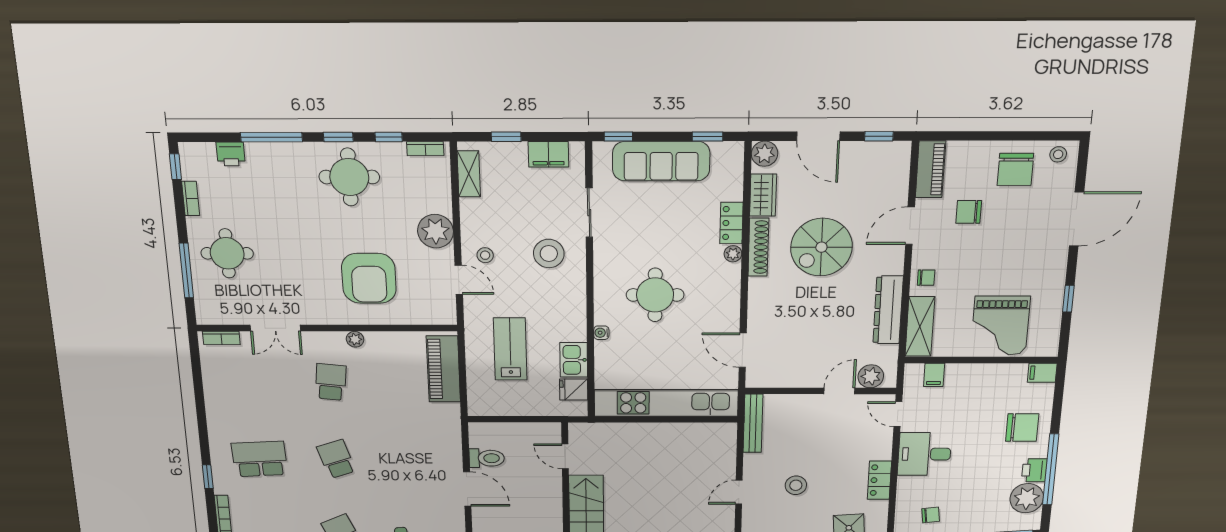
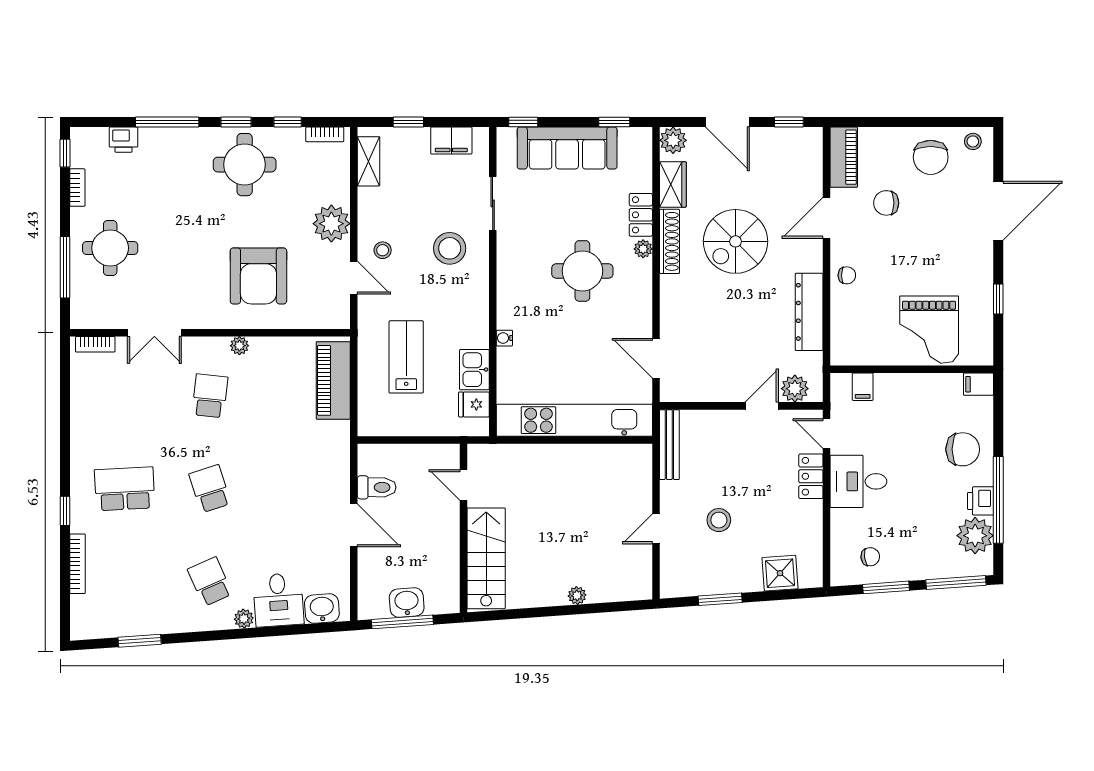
round table: (655, 295) -> (582, 271), moved
shelving: (920, 326) -> (844, 331), removed
locker: (879, 480) -> (811, 476), moved

